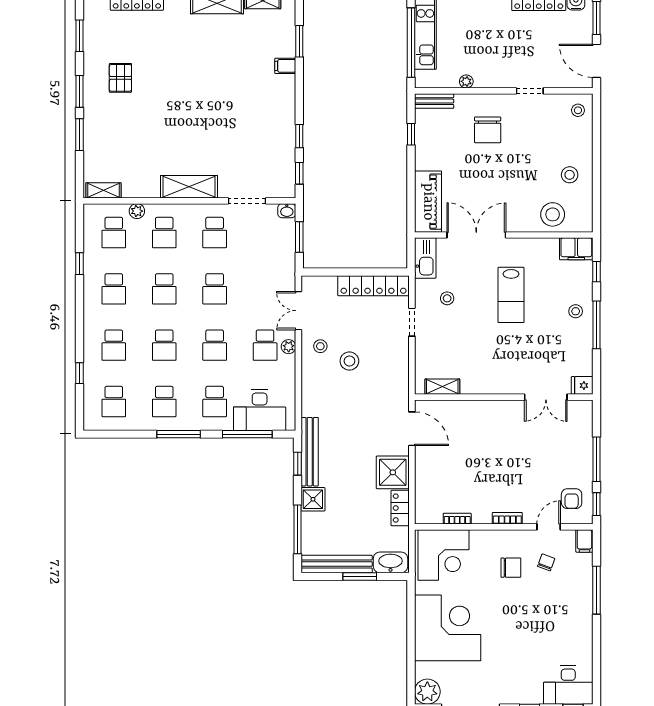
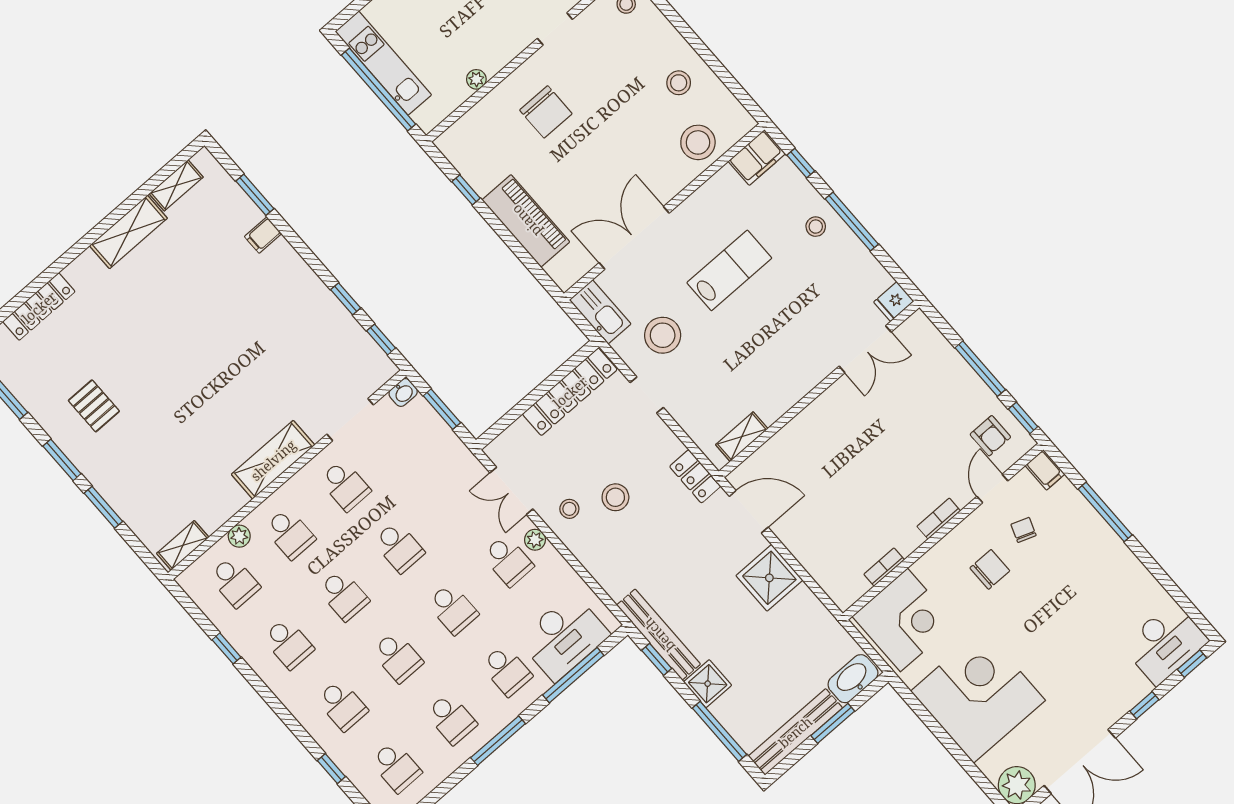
bench: (434, 101) -> (460, 132), removed
piano: (428, 202) -> (526, 221), moved
lab bench: (511, 295) -> (729, 270), turned -90
stool: (447, 298) -> (663, 335), width x1.89, depth x1.89
locker: (400, 508) -> (695, 476), moved

